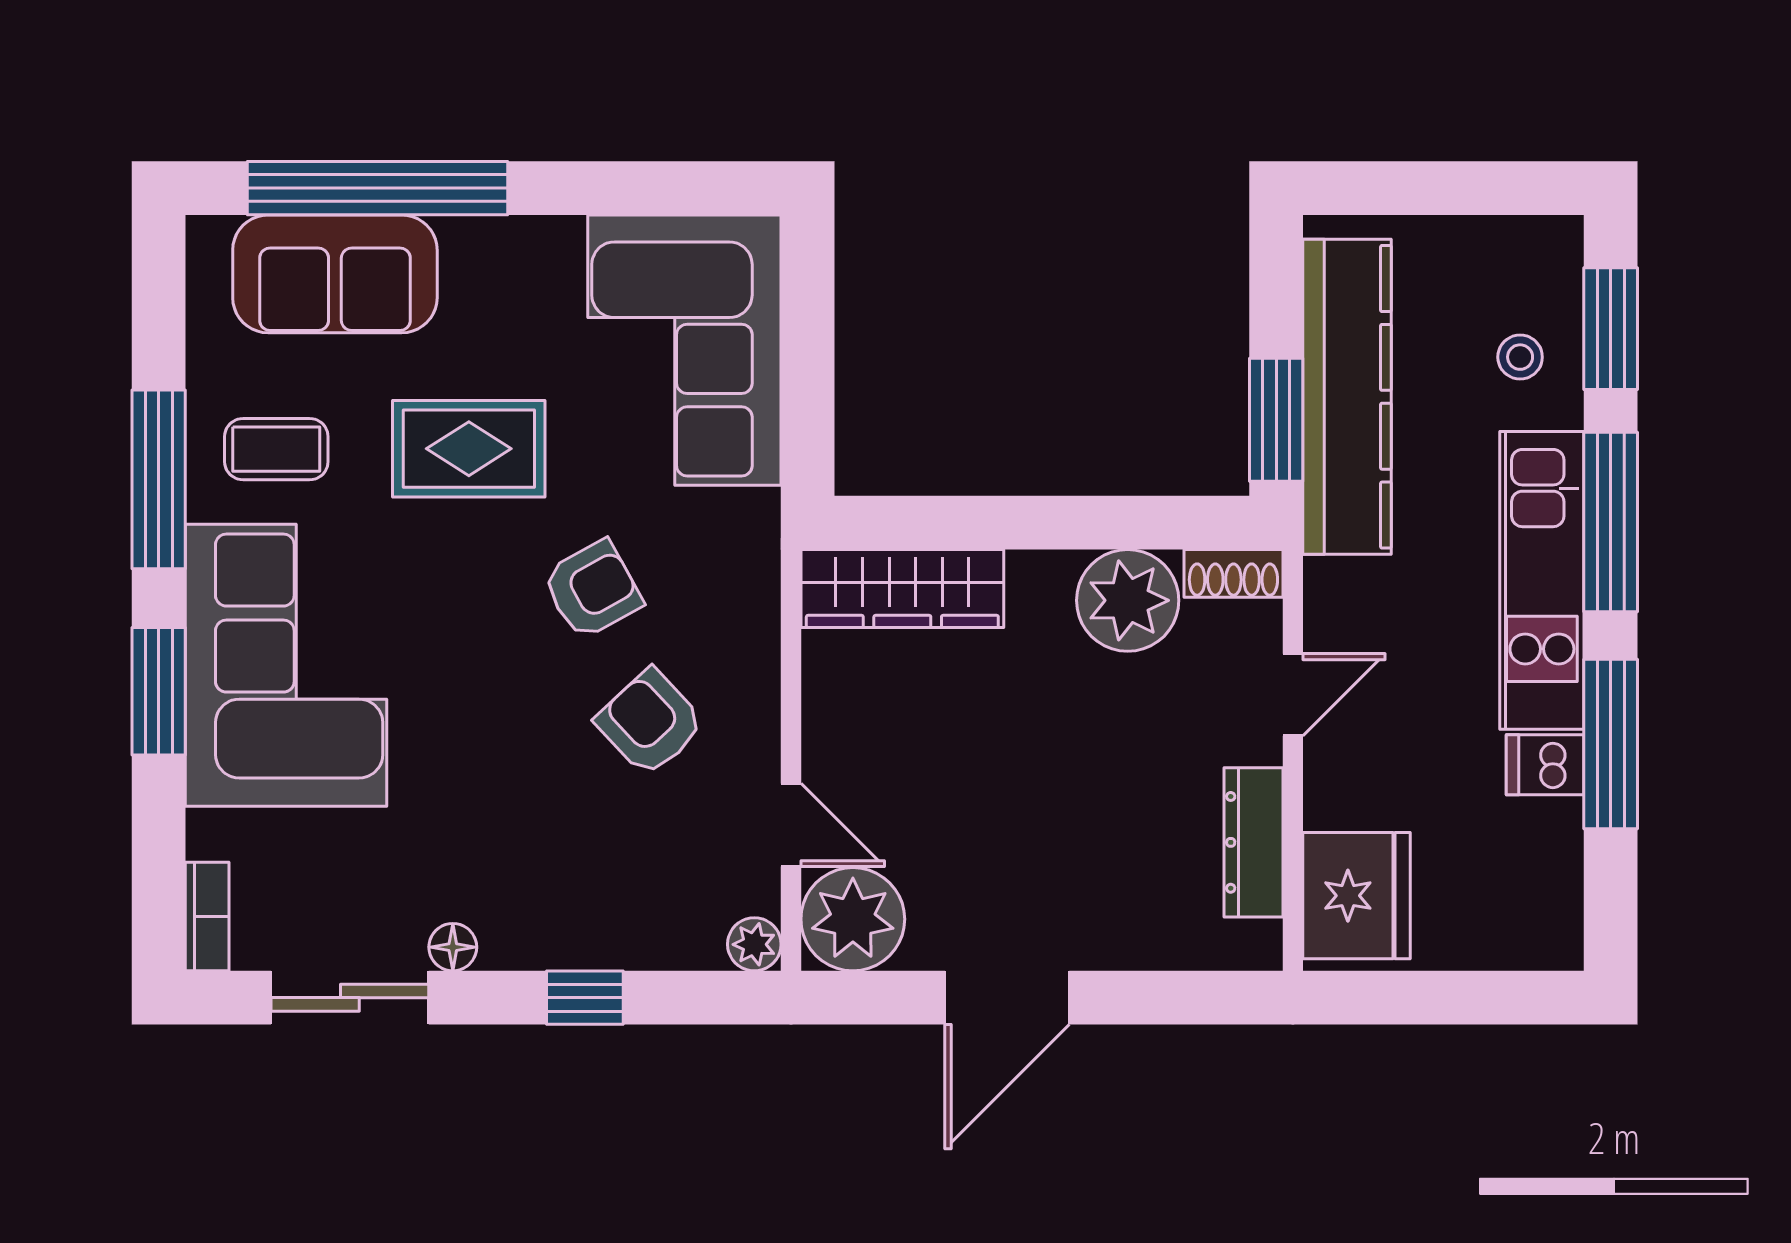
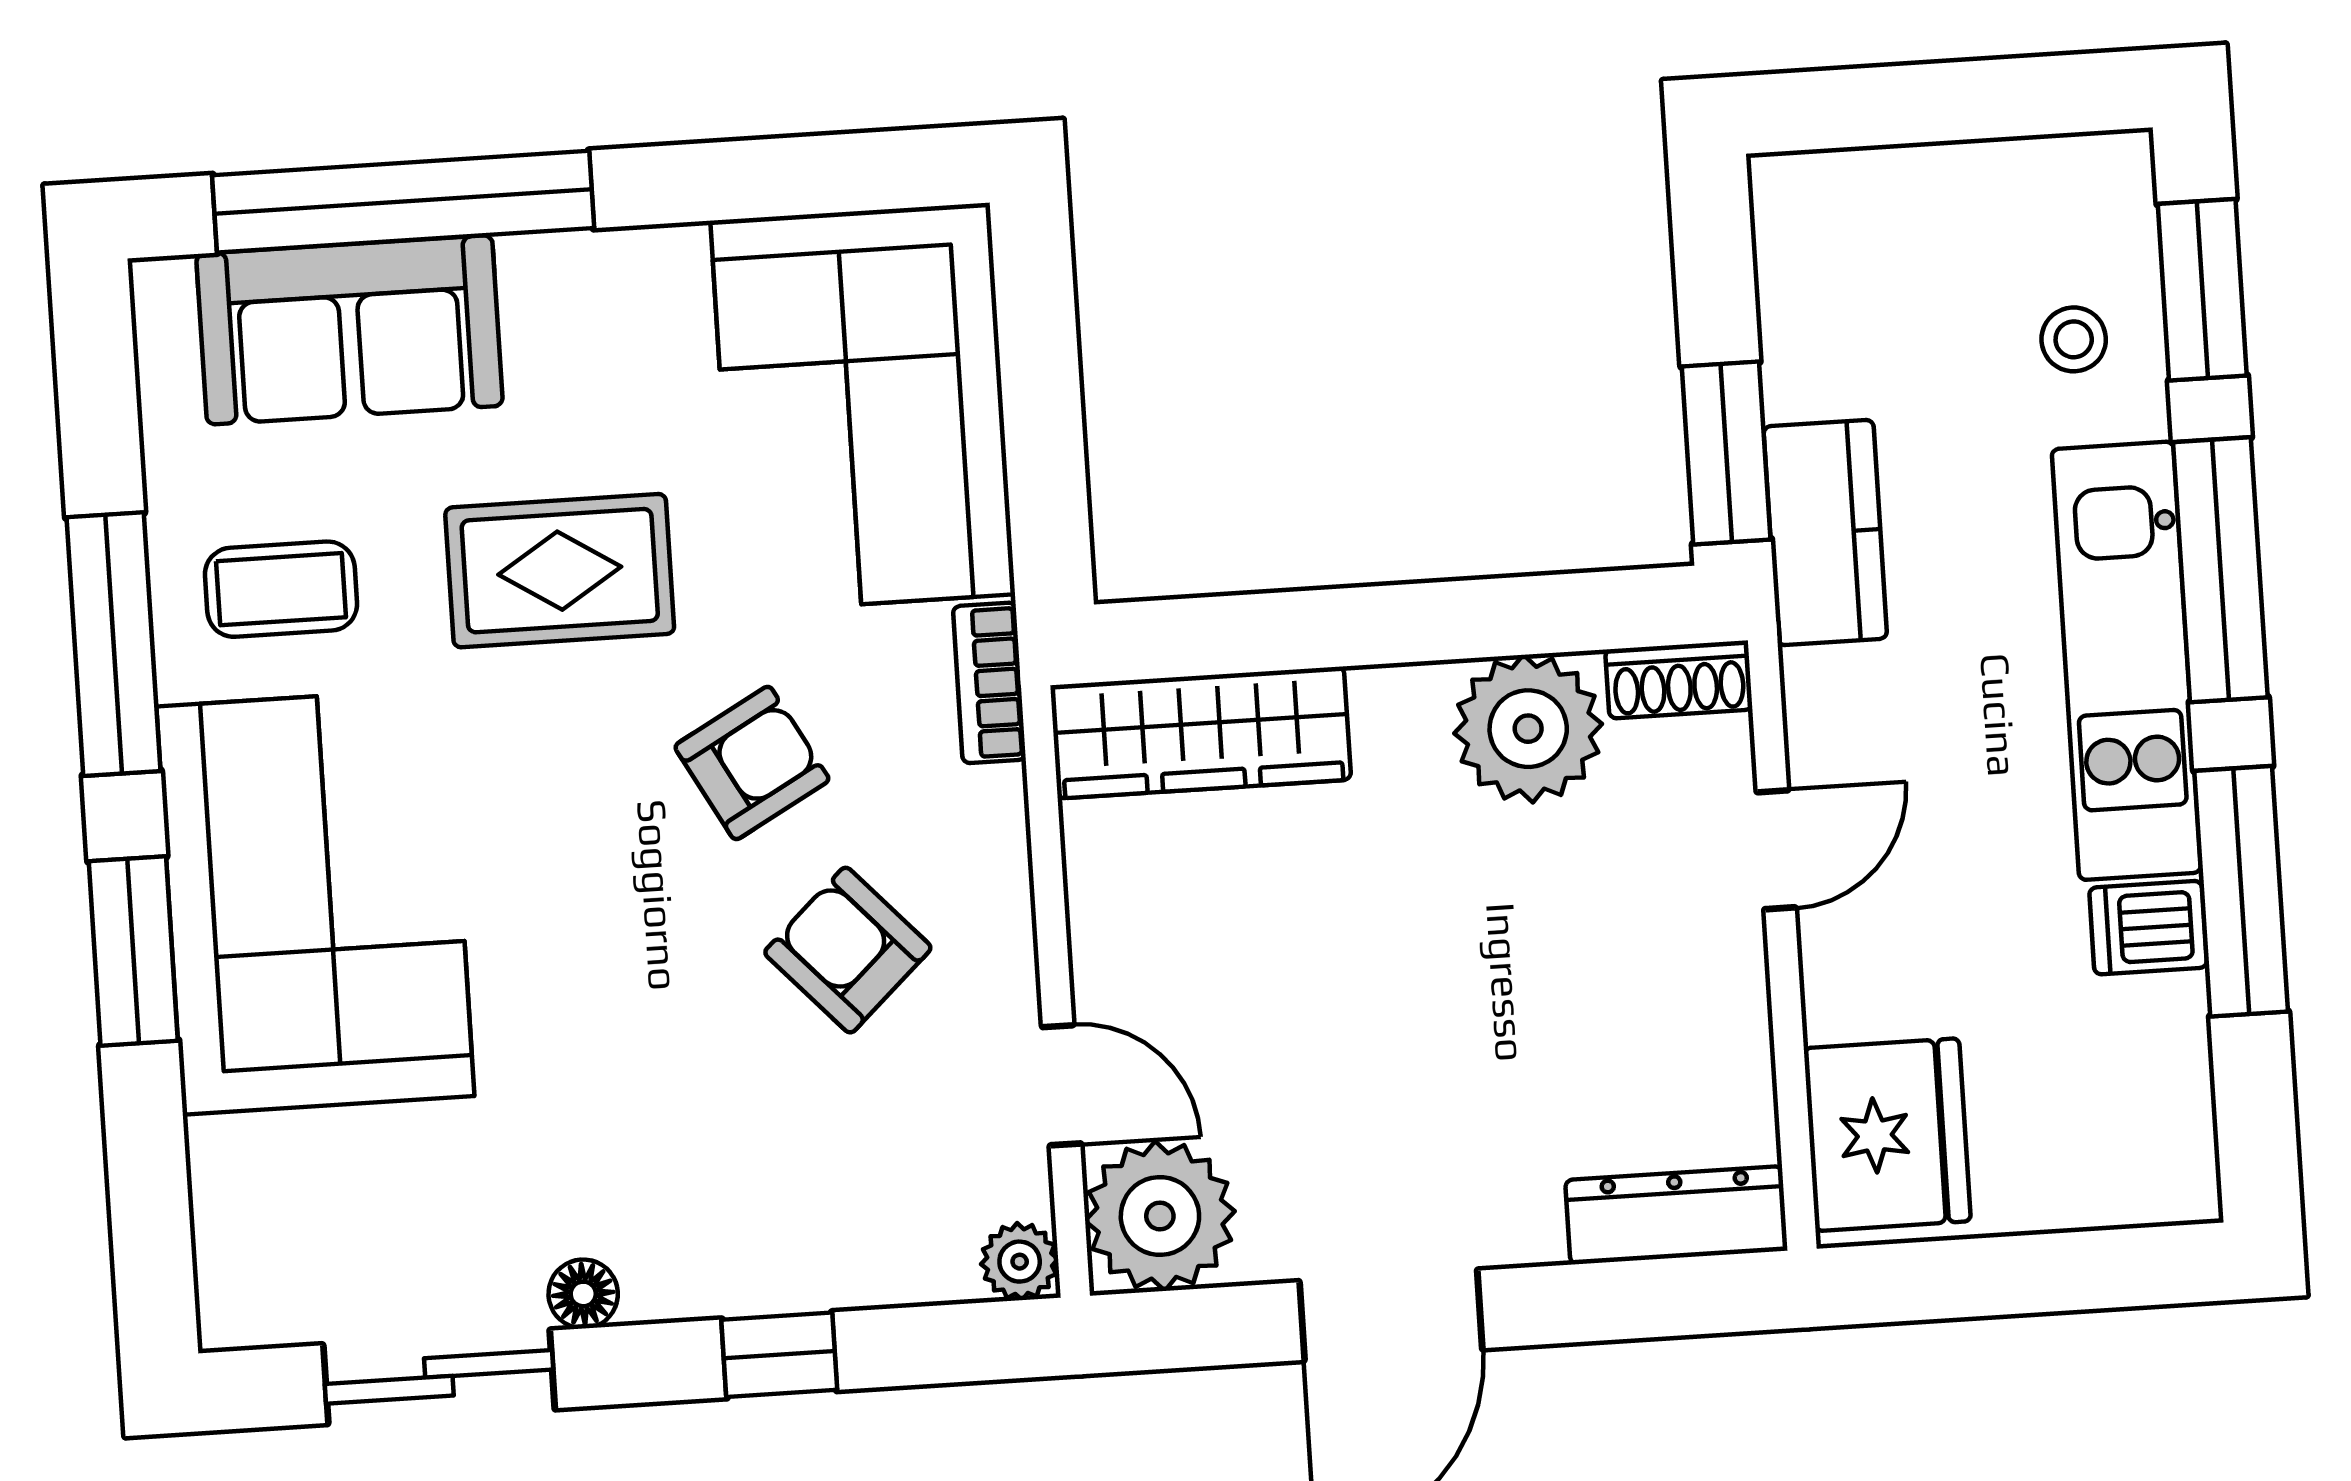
kitchen counter: (1347, 397) -> (1825, 532), width x0.48, depth x0.86
dresser: (1254, 842) -> (1676, 1215), moved, turned 90
bookcase: (207, 917) -> (989, 683), moved, turned 180

